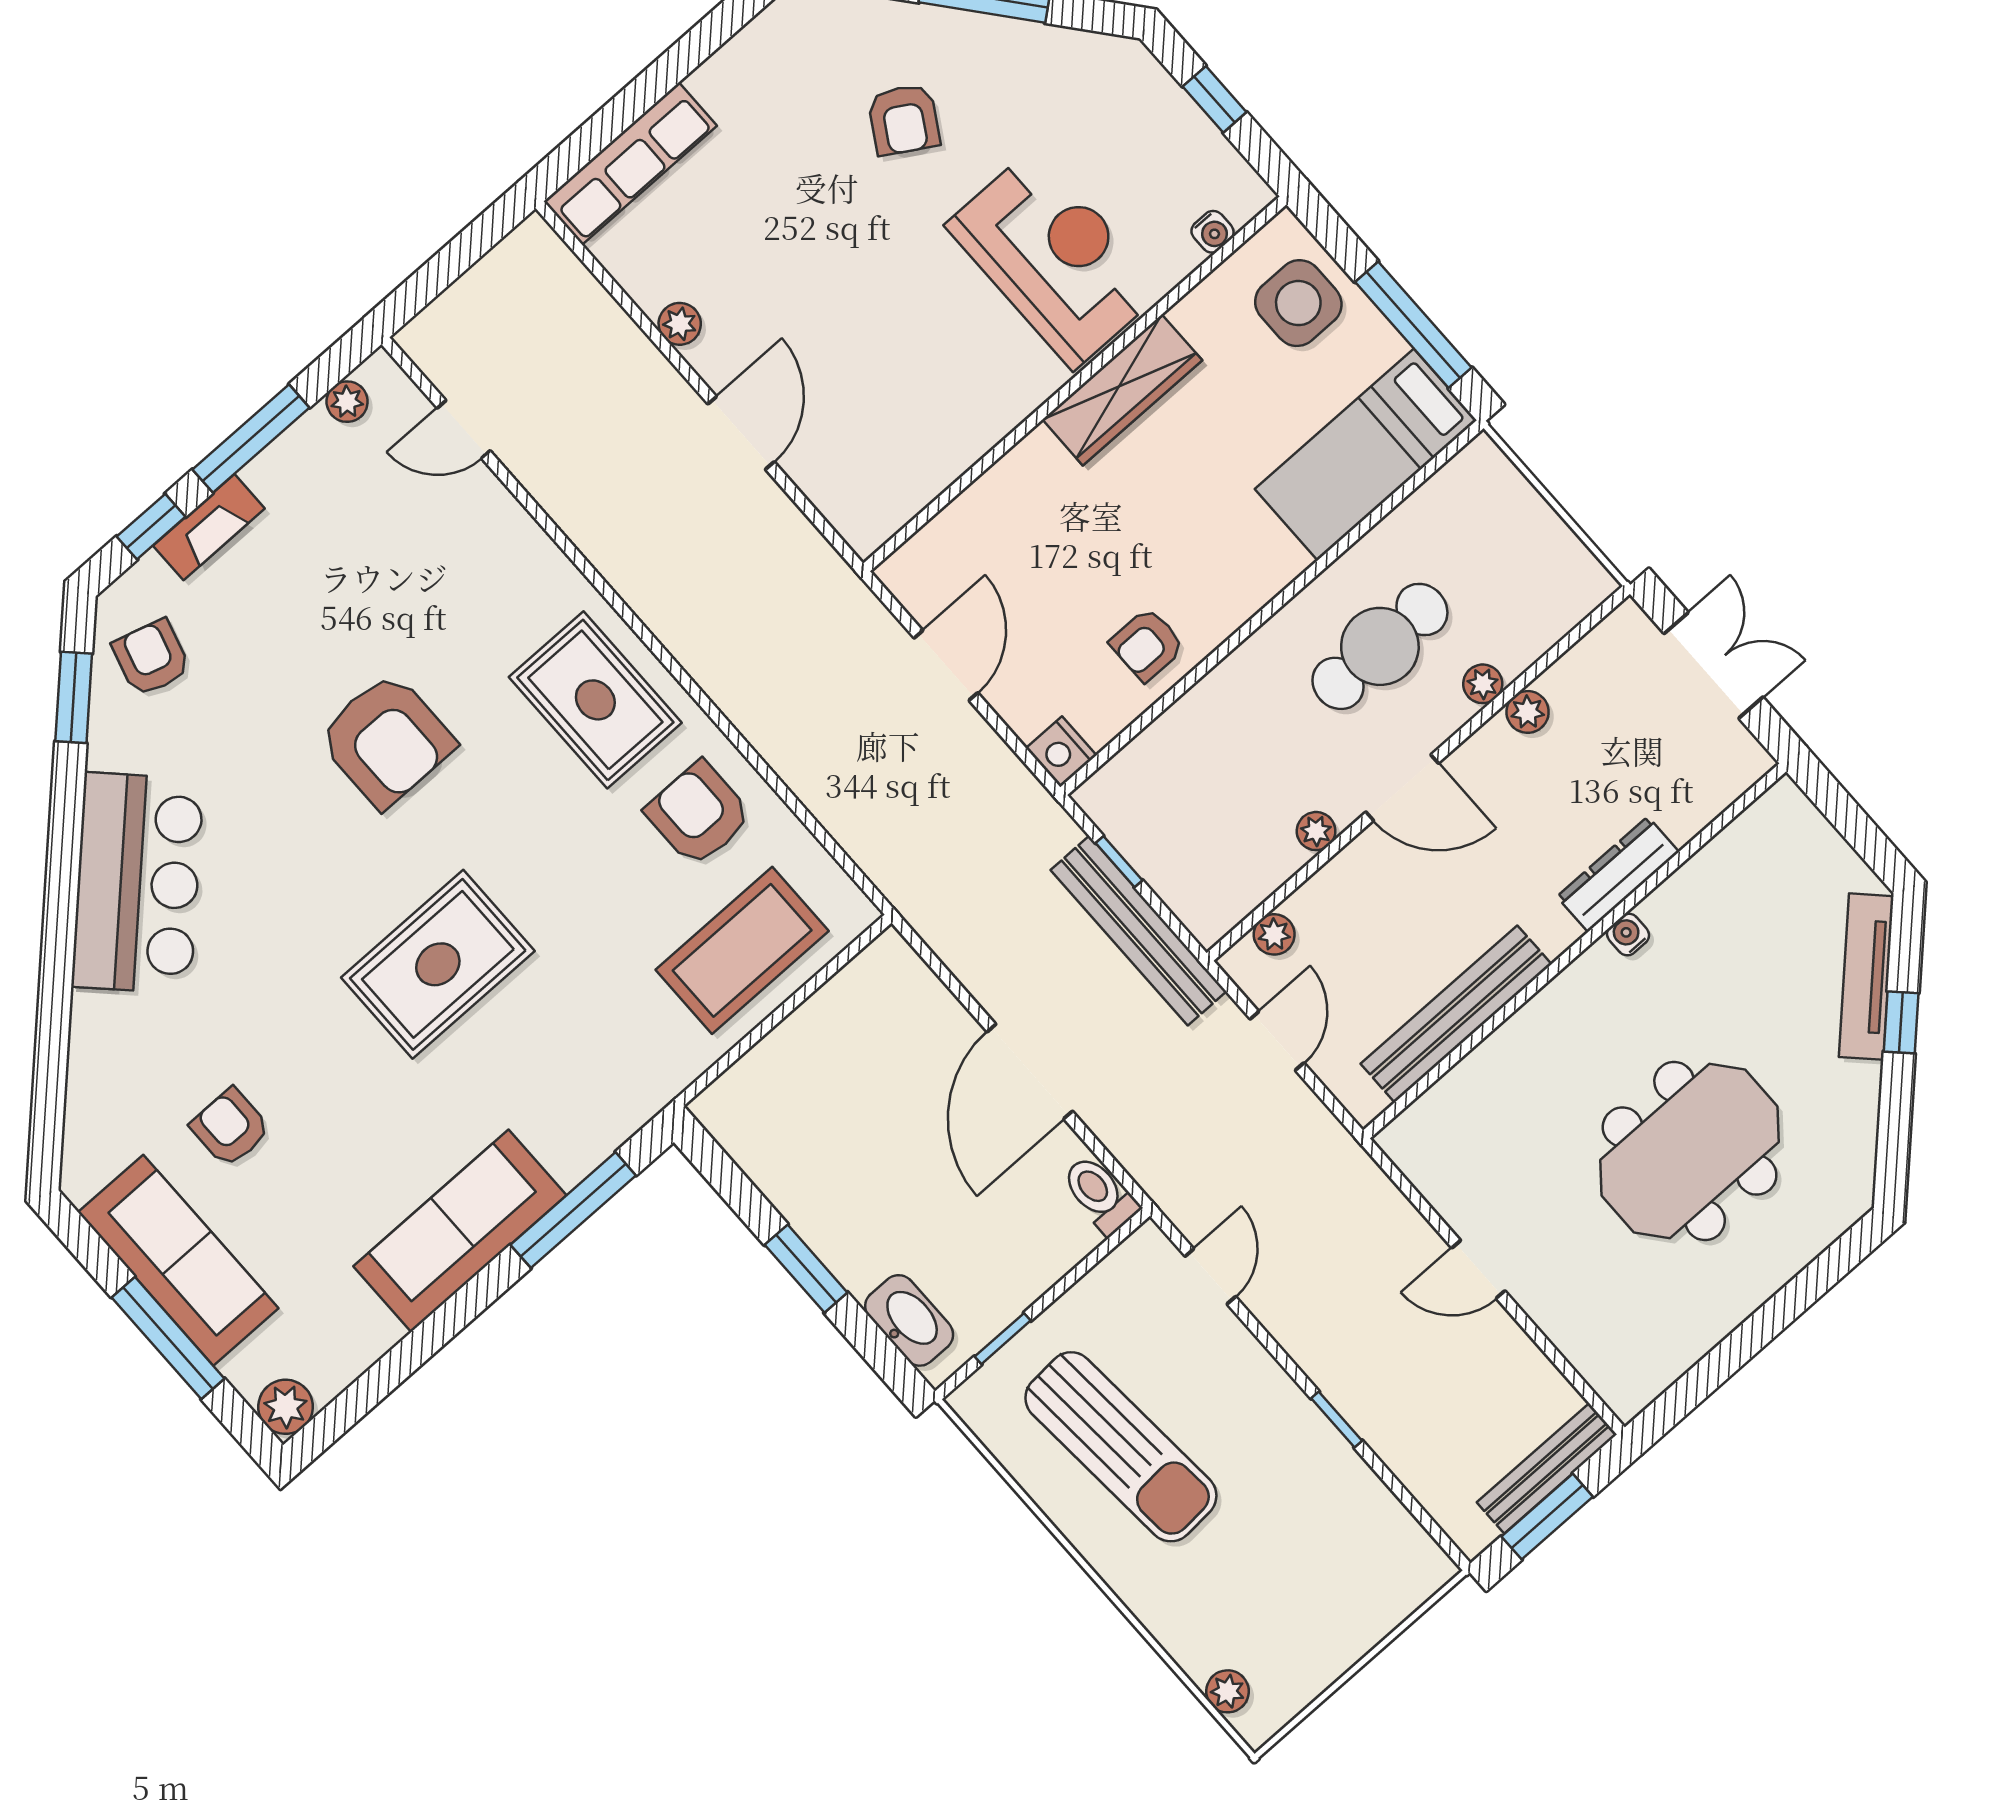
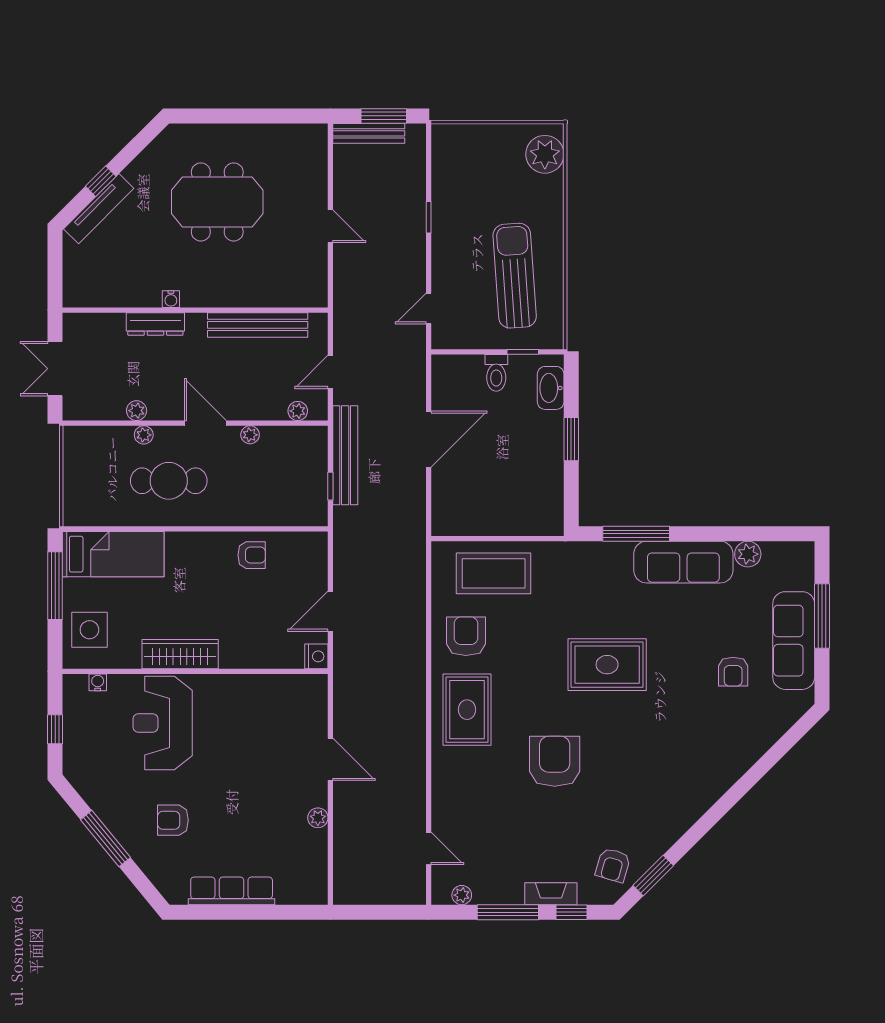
armchair: (904, 120) -> (173, 820), turned -121
row of seats: (630, 163) -> (232, 891), moved
door: (741, 433) -> (330, 759), swing flipped
nightstand: (1061, 752) -> (316, 656), moved
armchair: (699, 814) -> (466, 636), turned 180
bar counter: (137, 883) -> (689, 789), removed
toilet: (1100, 1194) -> (496, 373), moved
plant: (286, 1407) -> (748, 554), moved
plant: (1228, 1691) -> (545, 154), width x1.88, depth x1.88

